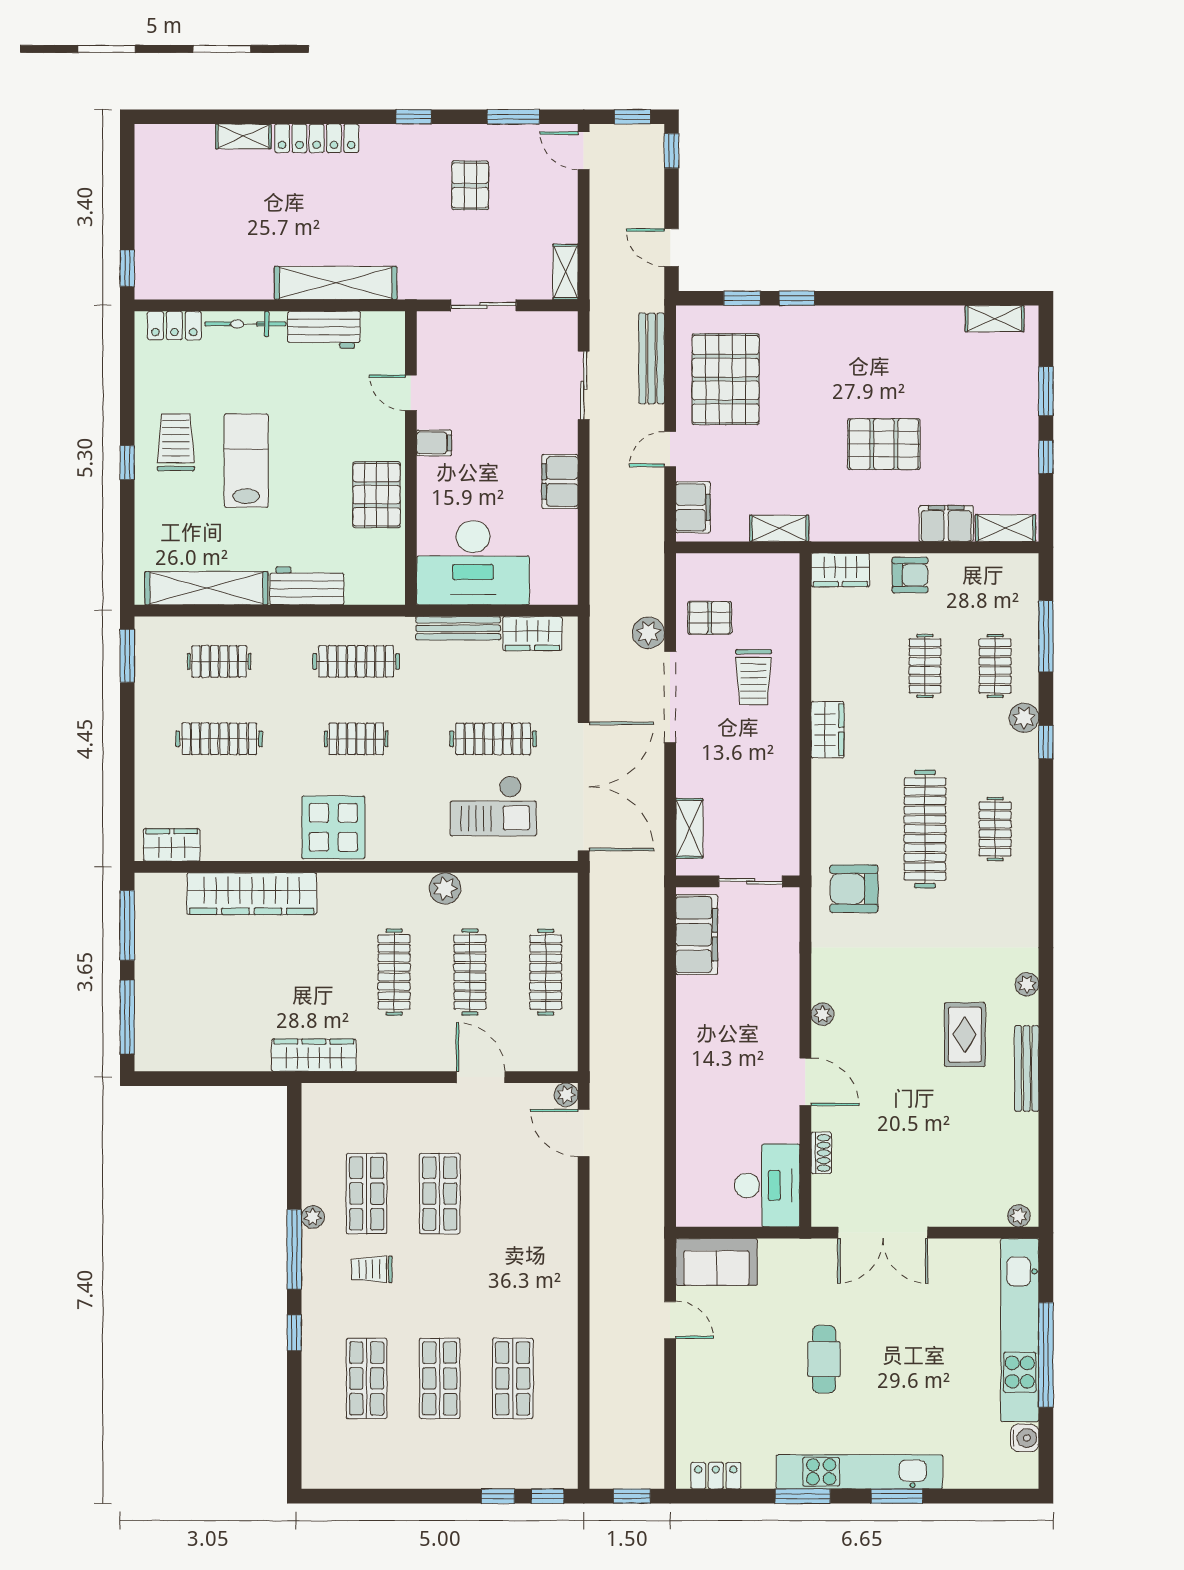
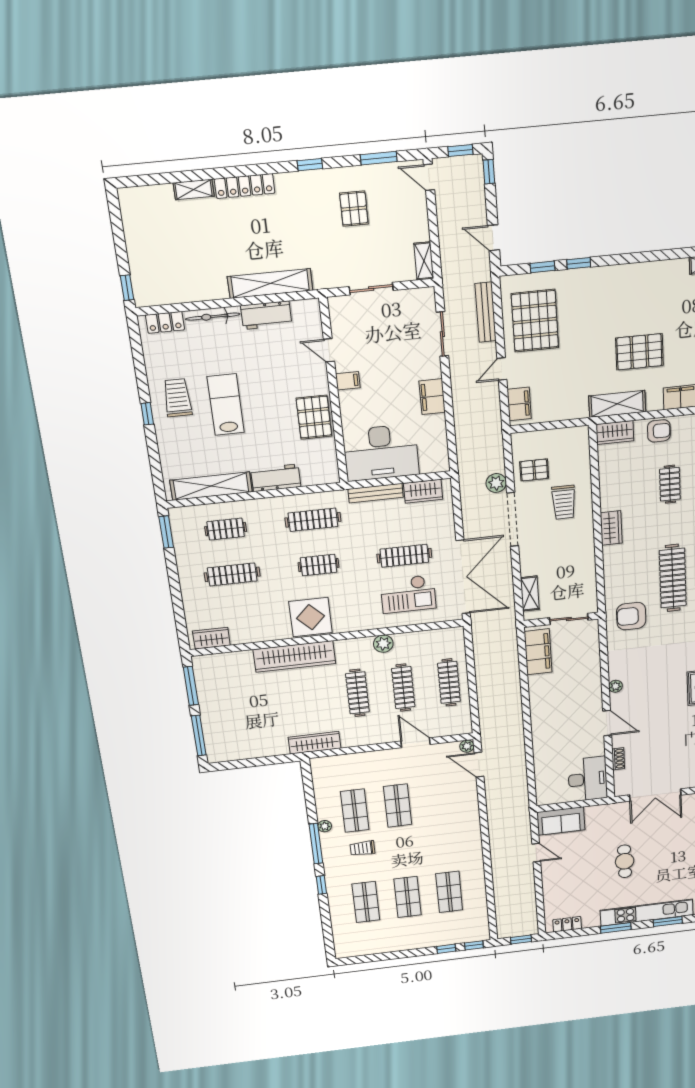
shelving: (779, 528) -> (617, 404), moved, width x1.50, depth x1.33
wardrobe: (252, 894) -> (294, 656), moved

